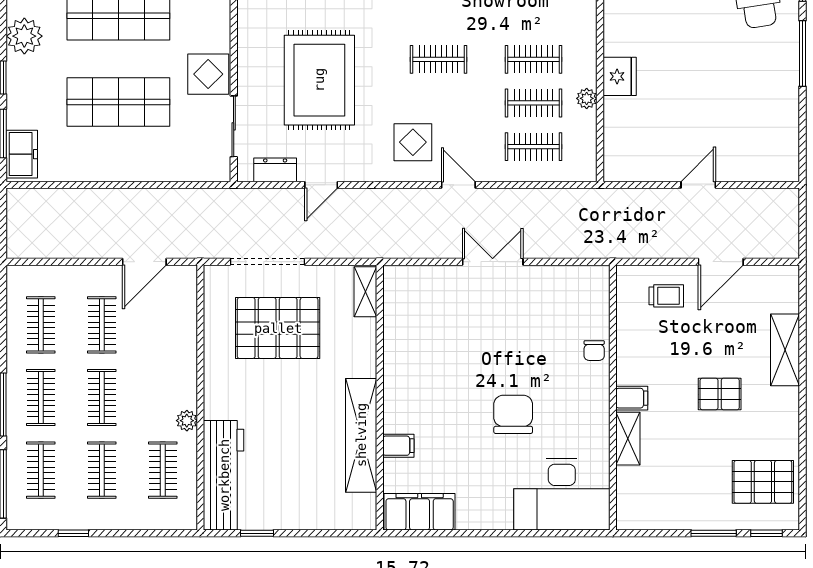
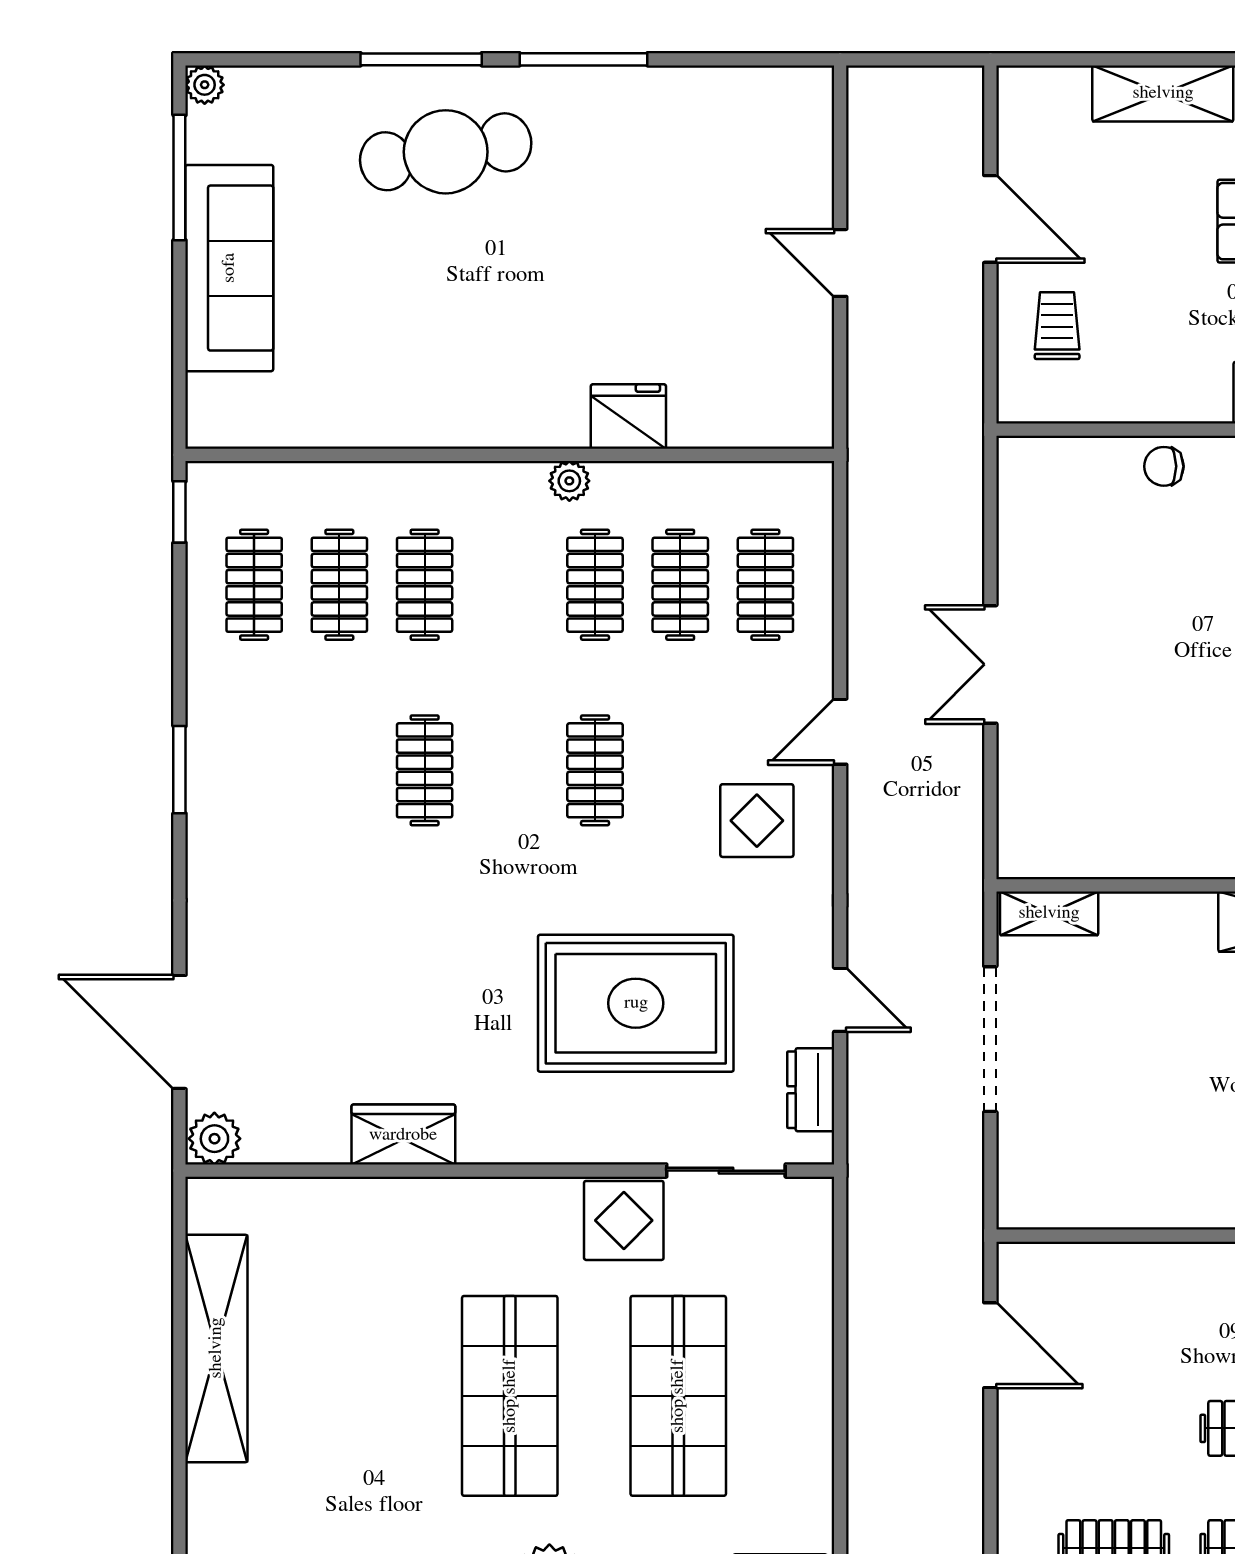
plant: (587, 98) -> (569, 481), moved
doorway: (267, 262) -> (990, 1039), moved
clothes rail: (102, 325) -> (1114, 1428), removed
pallet: (278, 328) -> (1120, 1085), removed
chair: (594, 351) -> (1164, 466), turned 180

